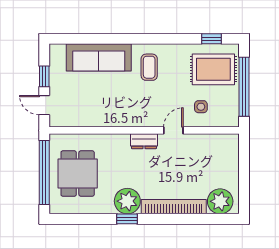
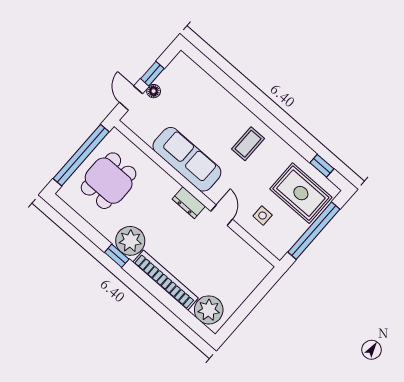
sofa: (99, 57) -> (187, 159), moved, turned 180
floor lamp: (55, 87) -> (154, 91), added
door: (173, 130) -> (222, 215), hinge flipped

